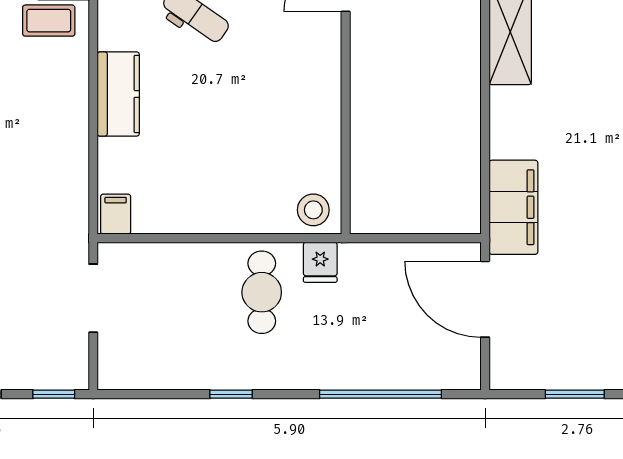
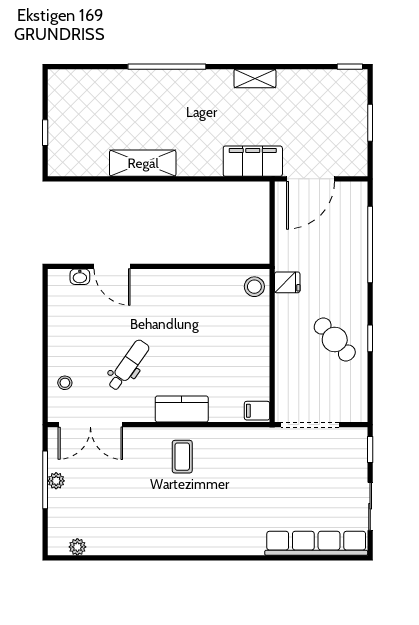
coffee table: (49, 21) -> (182, 457), moved
cafe table: (262, 292) -> (335, 340), moved, turned 48
doorway: (93, 298) -> (310, 425), width x1.36

